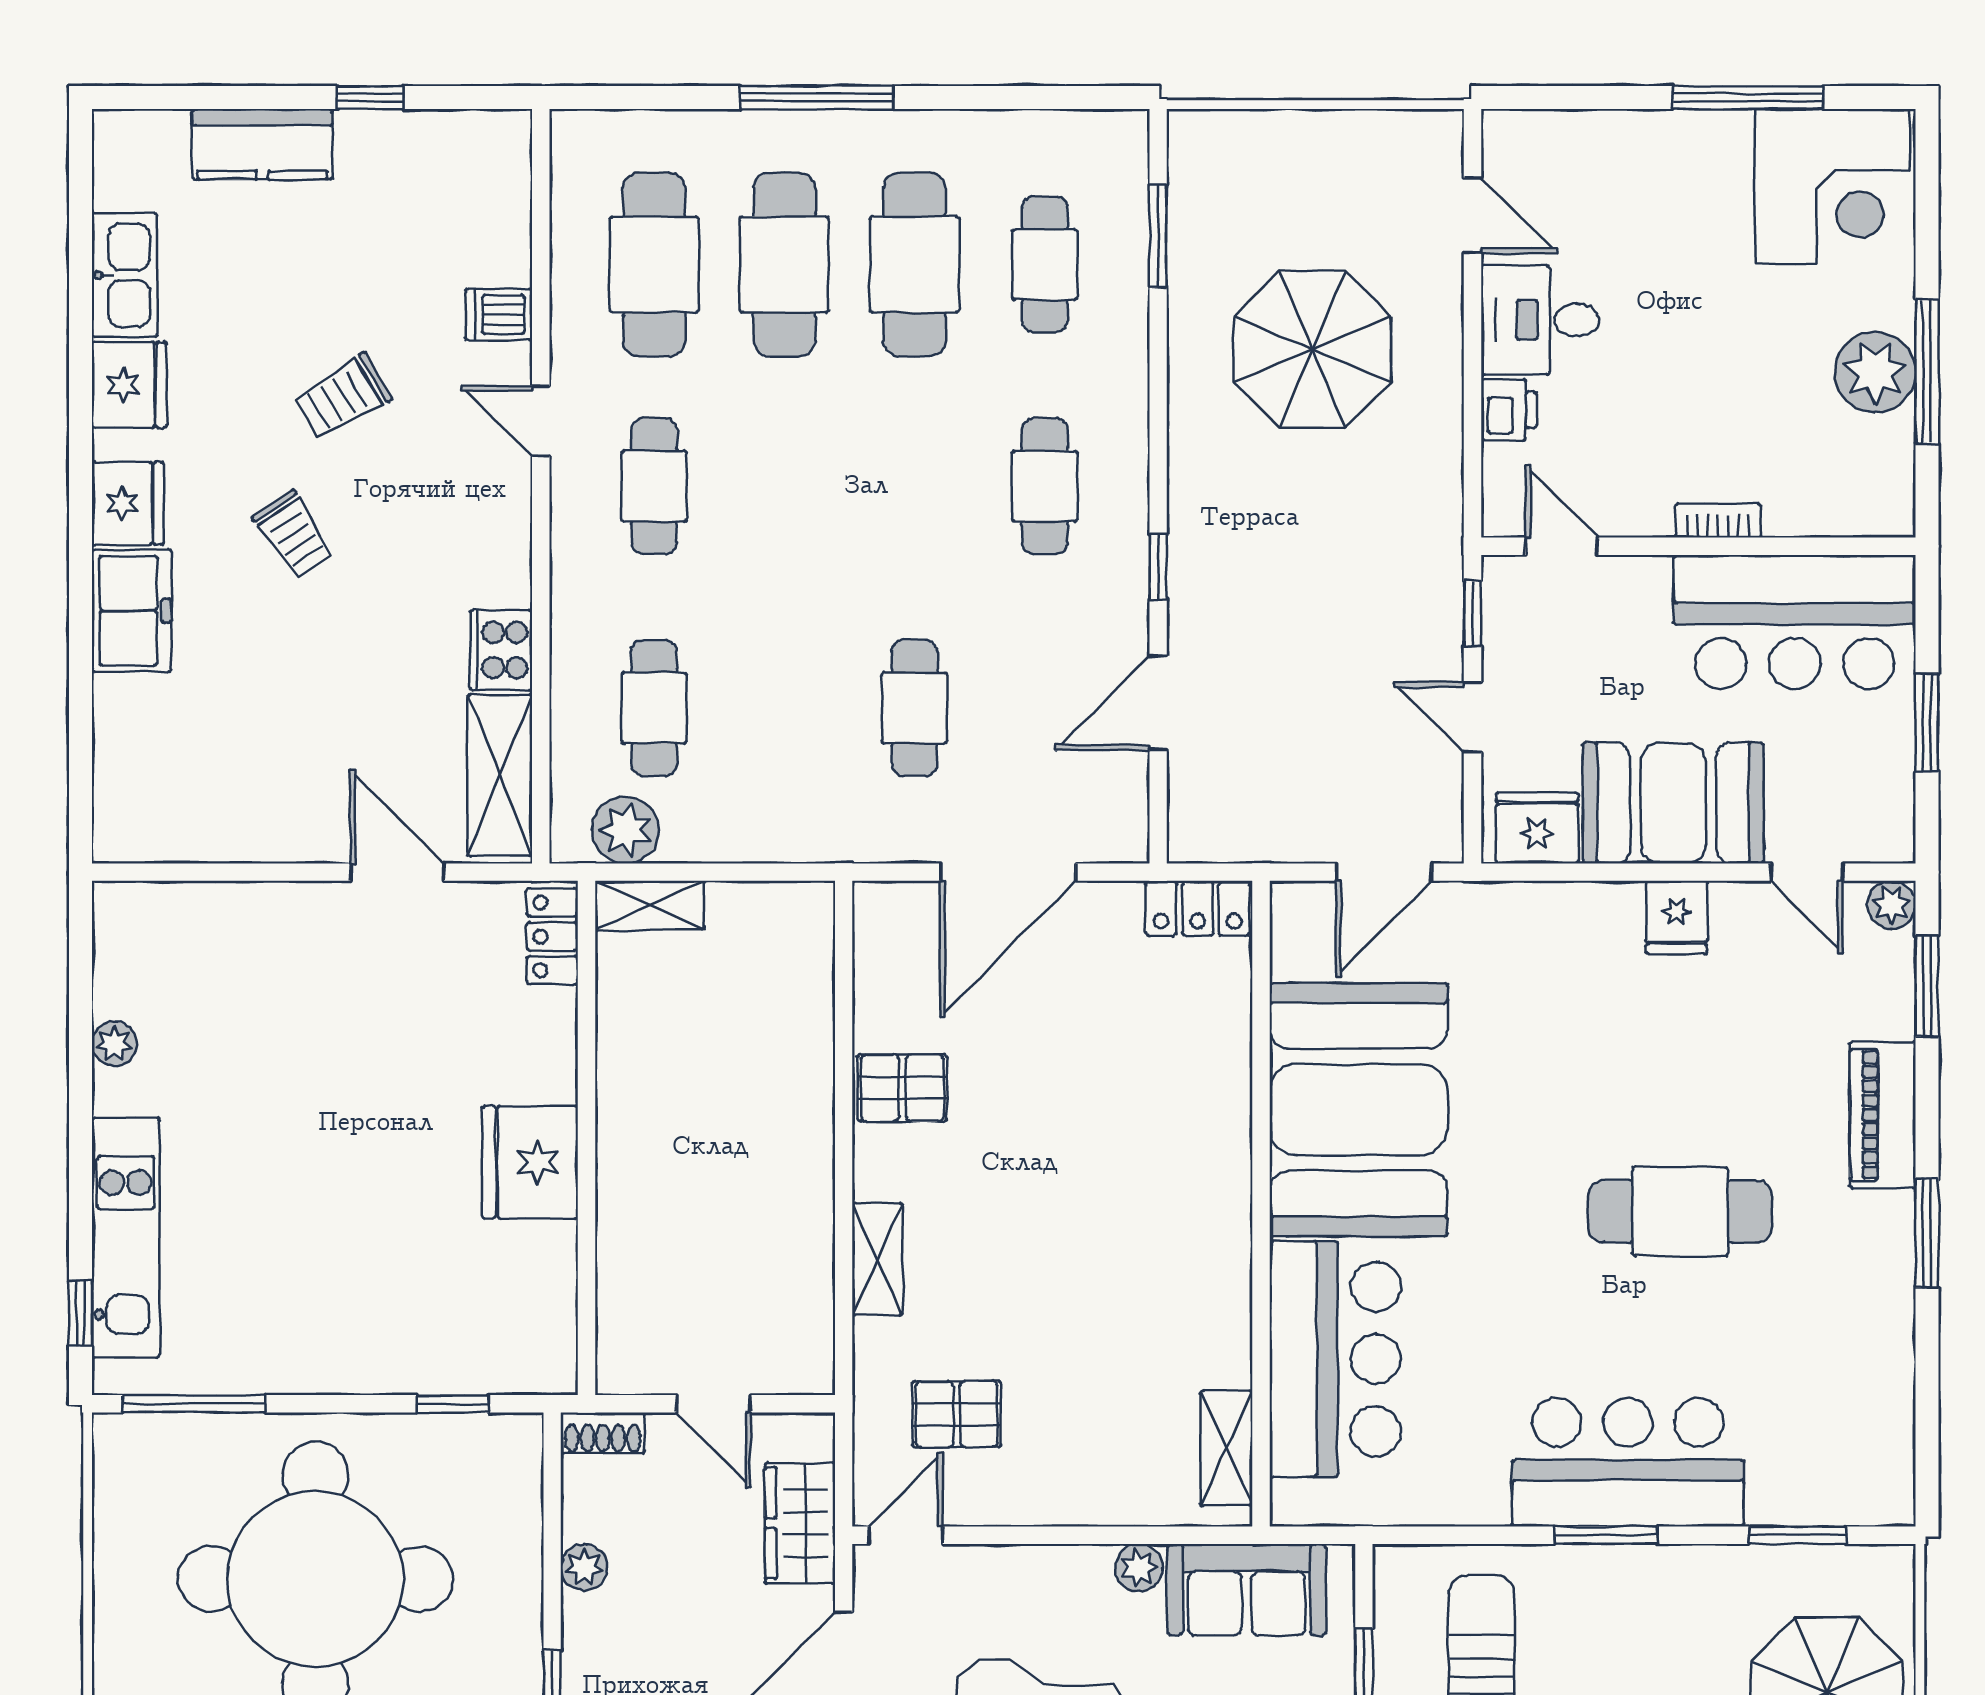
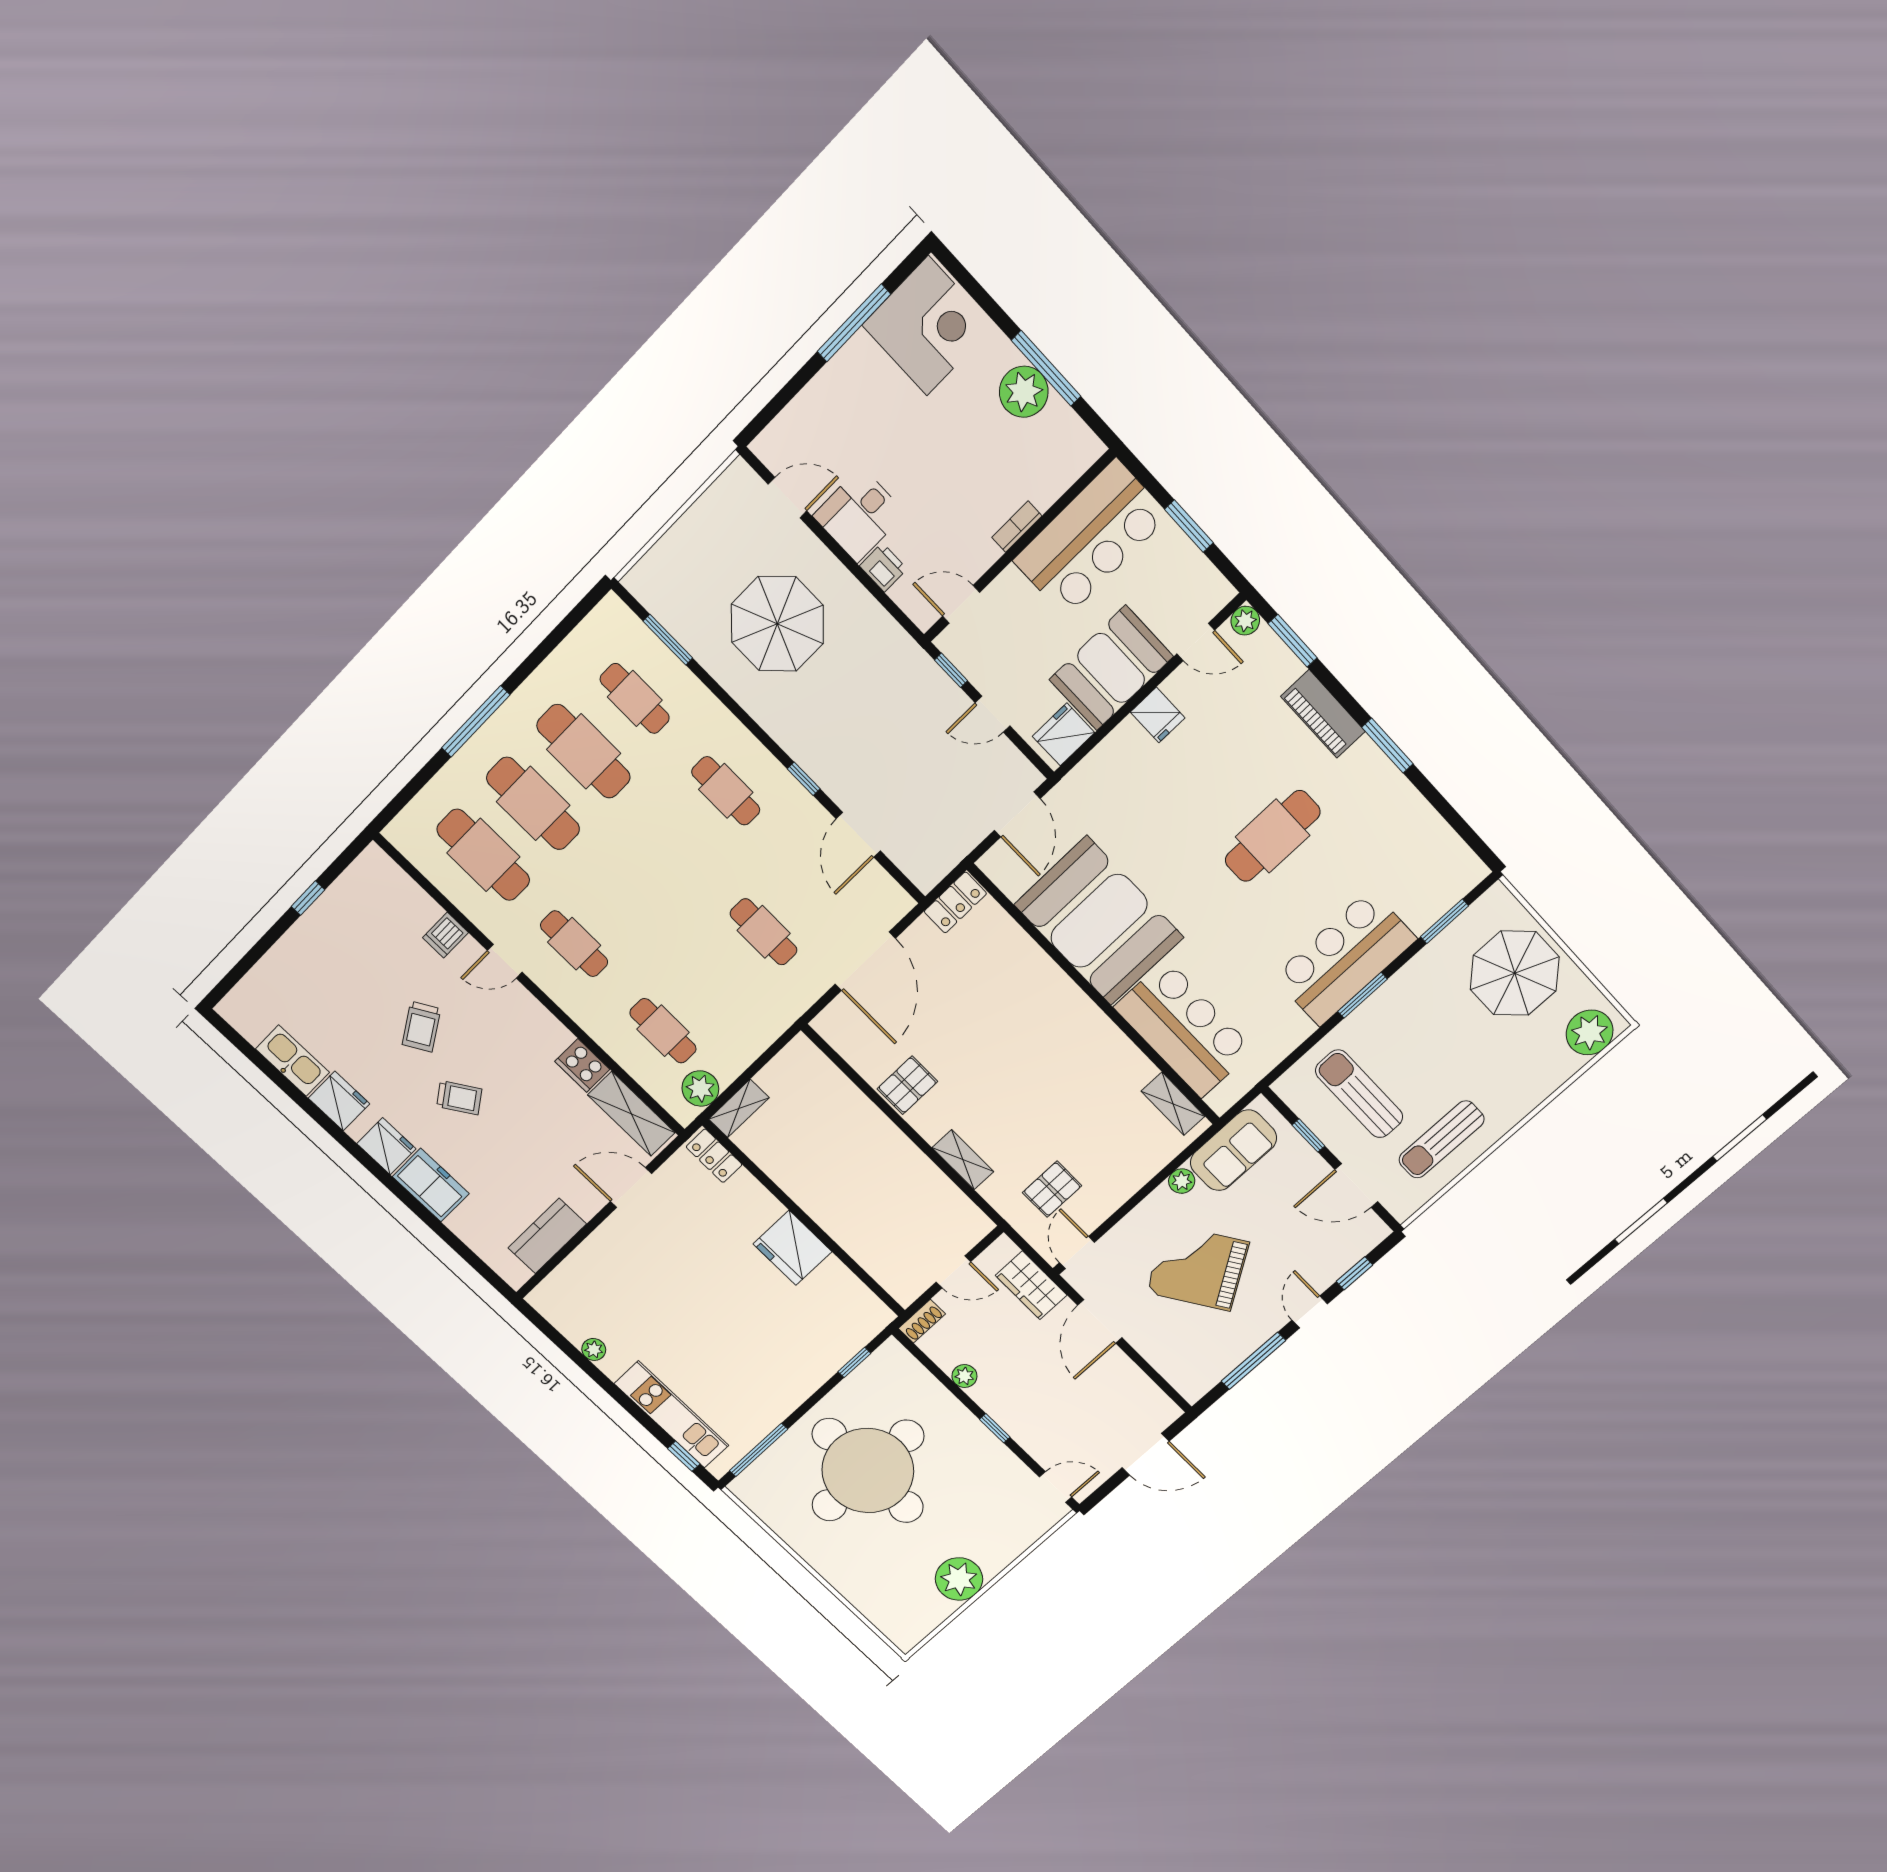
kitchen counter: (262, 144) -> (547, 1236), moved, turned 180

